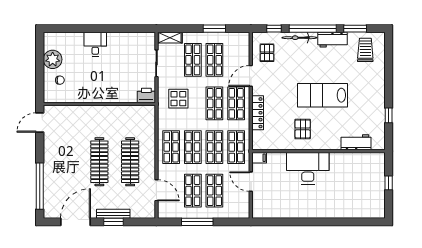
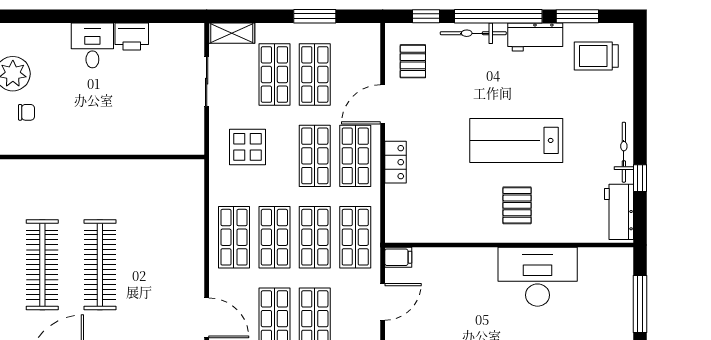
trolley: (365, 50) -> (596, 56), turned -90
printer: (146, 95) -> (132, 37), moved, turned 180
bicycle: (380, 101) -> (624, 152), added
locker: (258, 113) -> (395, 162), width x0.66
pallet: (303, 129) -> (517, 205), moved
workbench: (356, 142) -> (619, 212), moved, turned -90
clothes rail: (130, 162) -> (42, 265), moved
desk: (308, 168) -> (538, 277), moved
door: (251, 182) -> (383, 302), swing flipped
window: (389, 183) -> (640, 304), width x2.17

